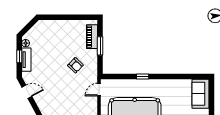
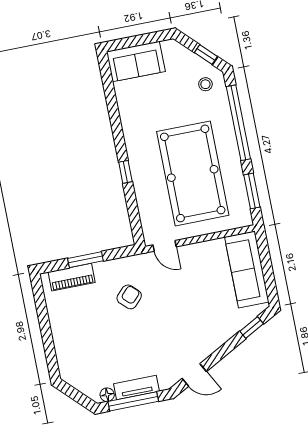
window: (19, 56) -> (133, 401), width x2.17
door: (27, 92) -> (194, 375), swing flipped

